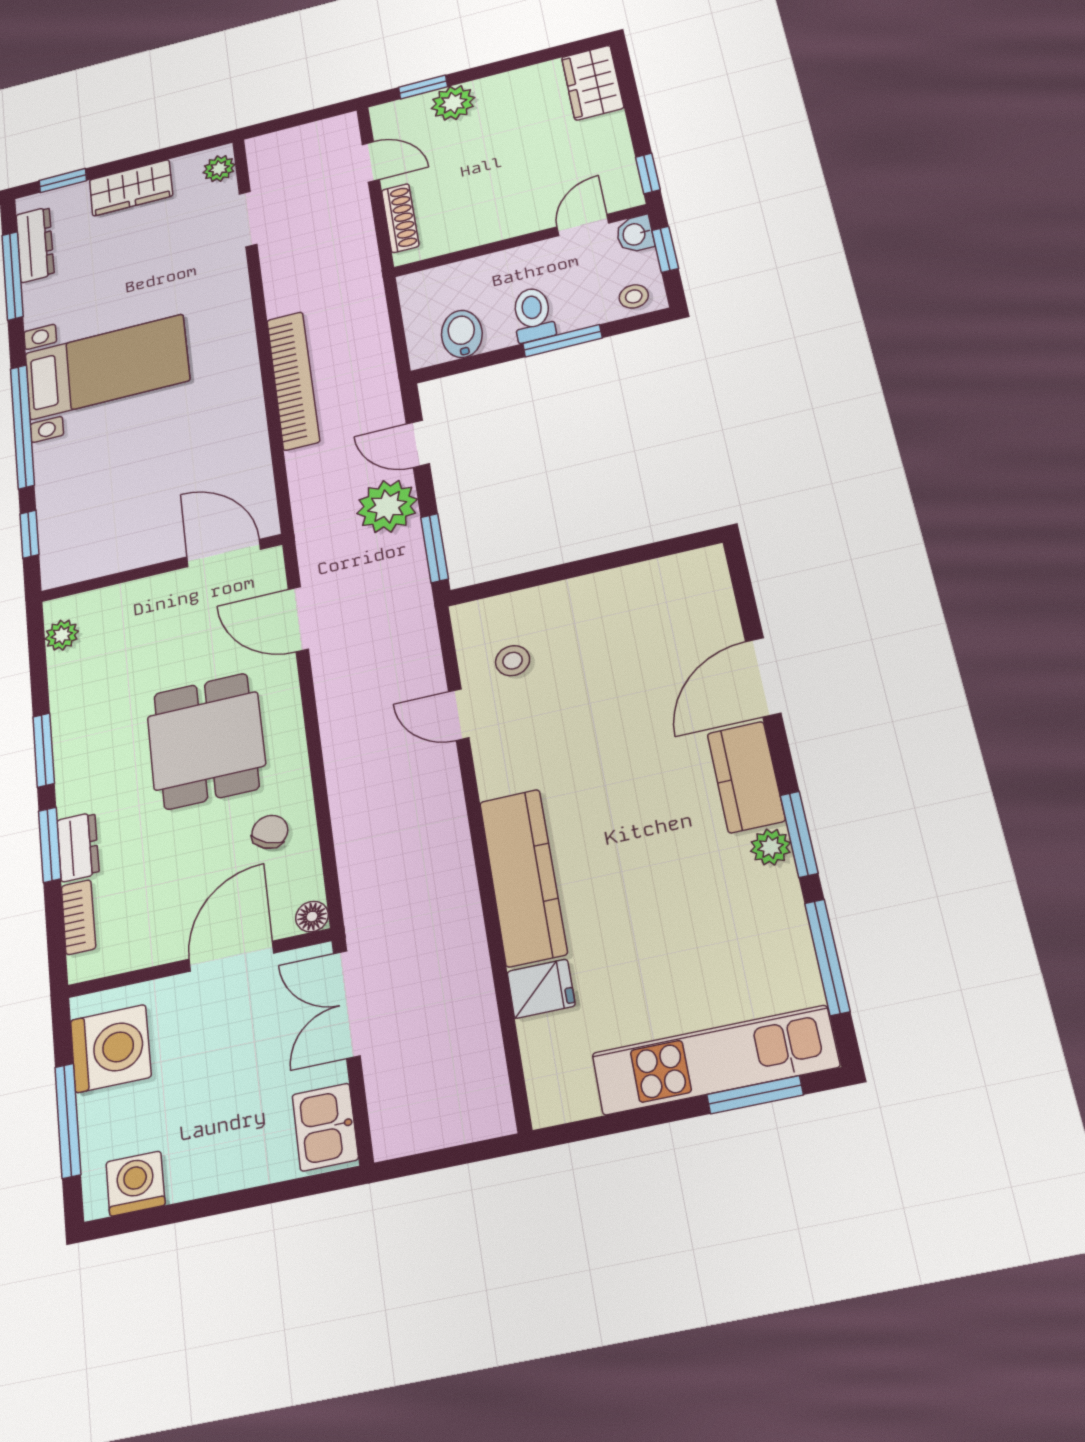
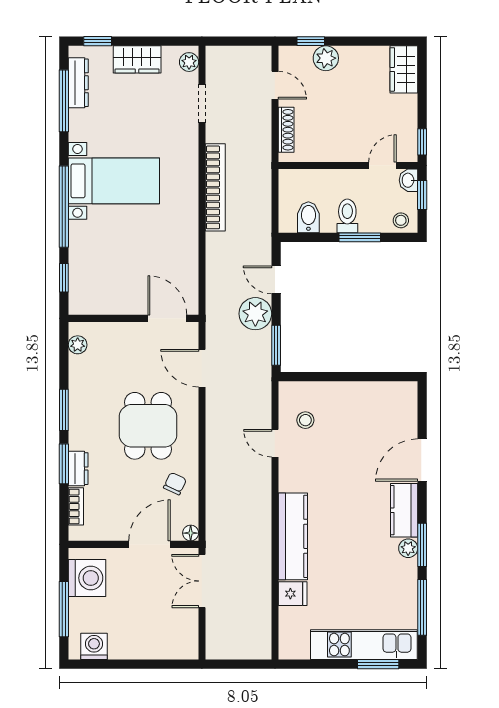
bookcase: (293, 380) -> (215, 187), moved
kitchen sink: (325, 1127) -> (185, 638), removed

